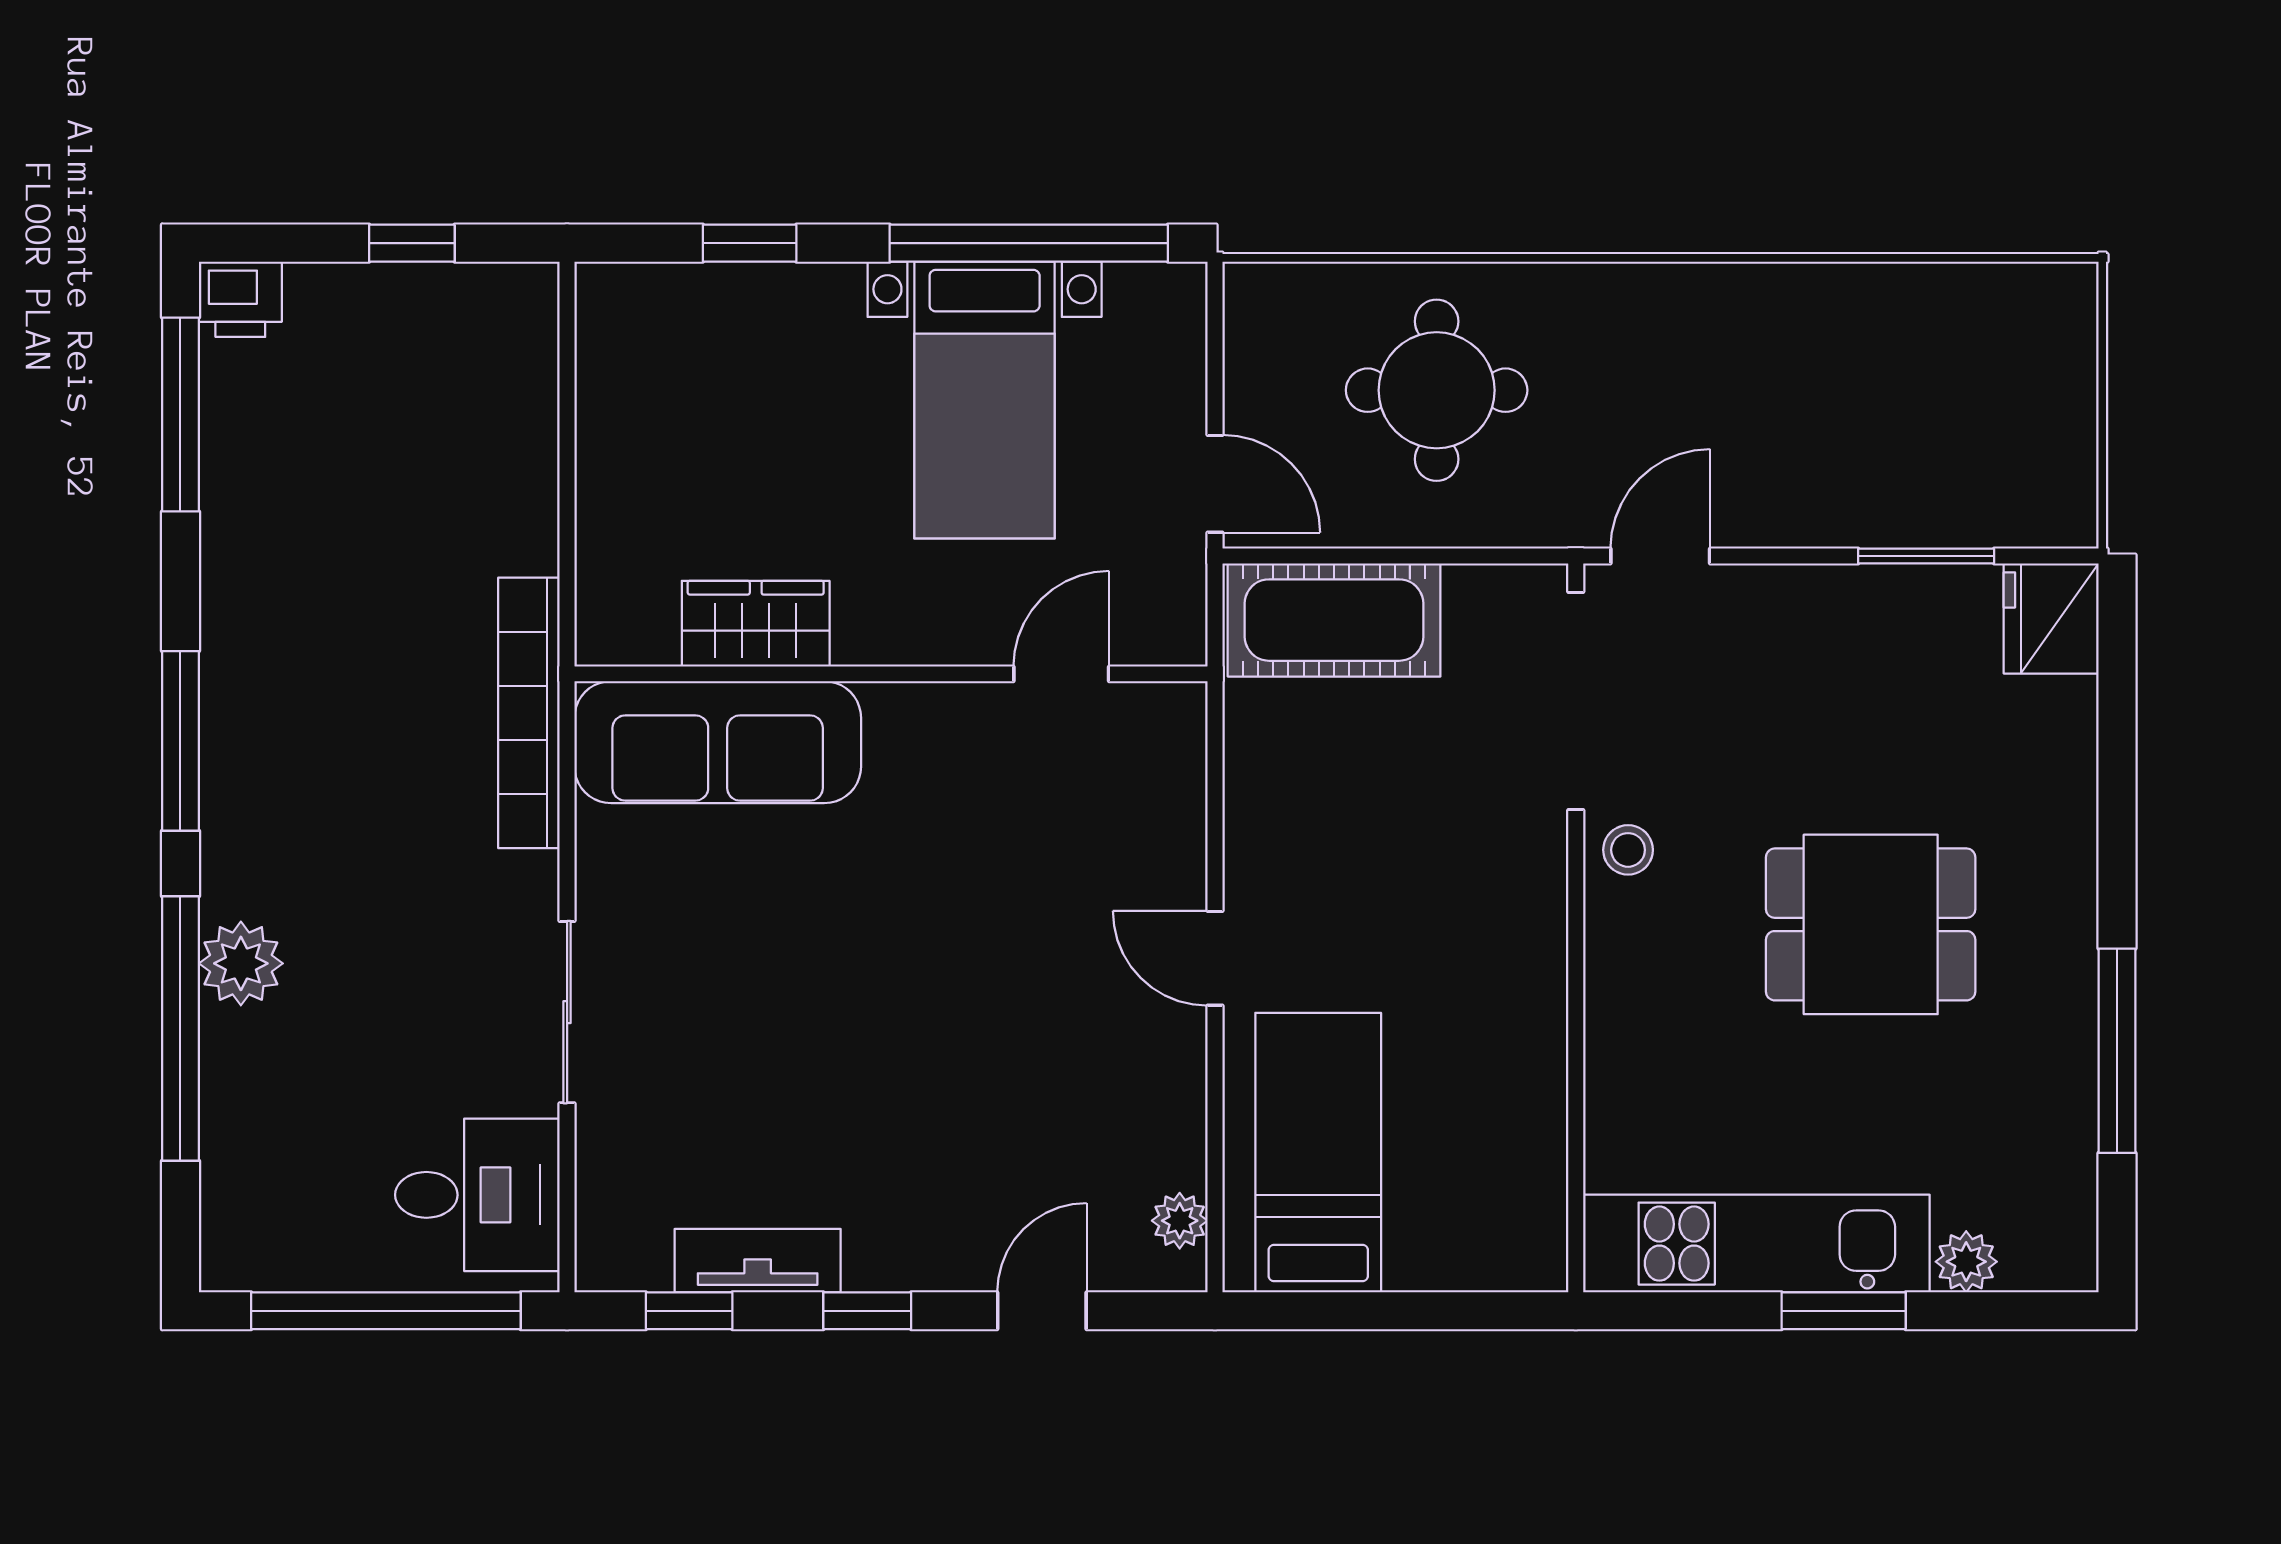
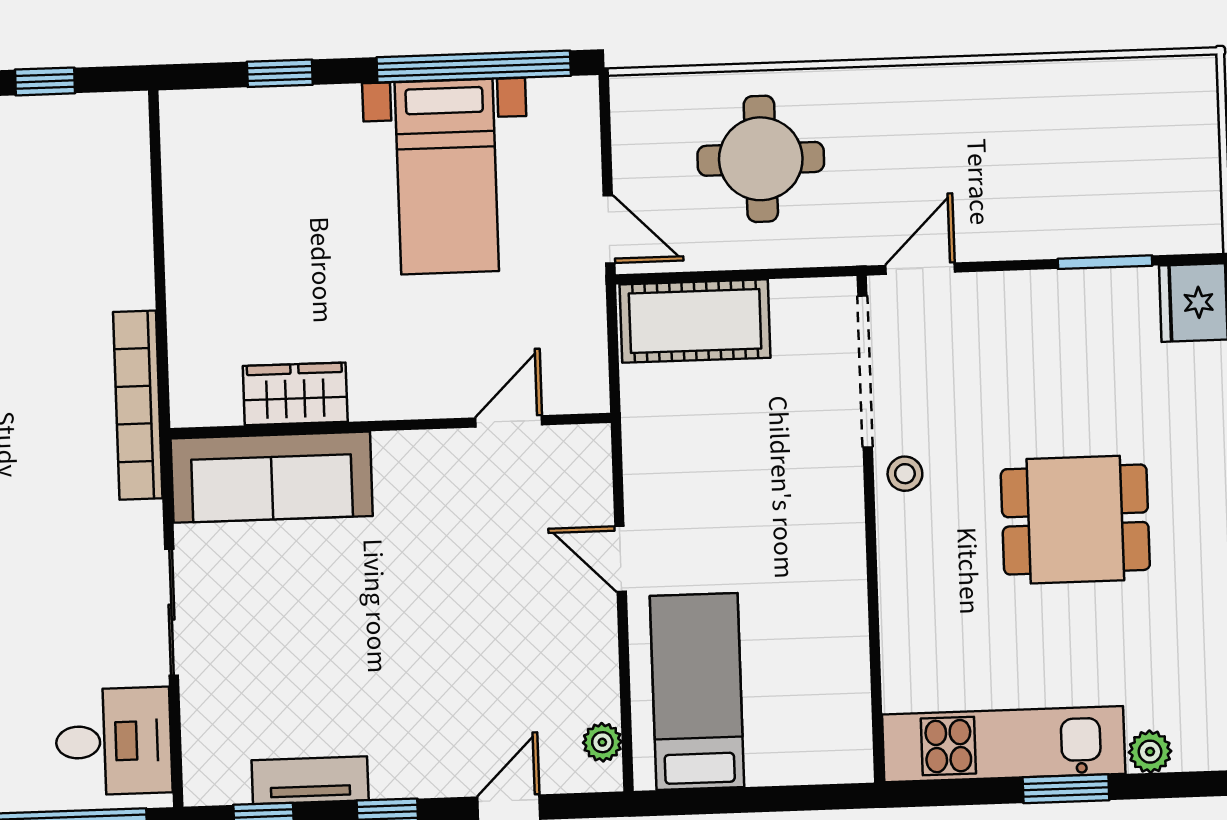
wardrobe: (756, 624) -> (295, 394), moved
wall: (891, 674) -> (390, 426), moved
door: (1061, 674) -> (509, 421), moved
sofa: (718, 742) -> (272, 477), moved

